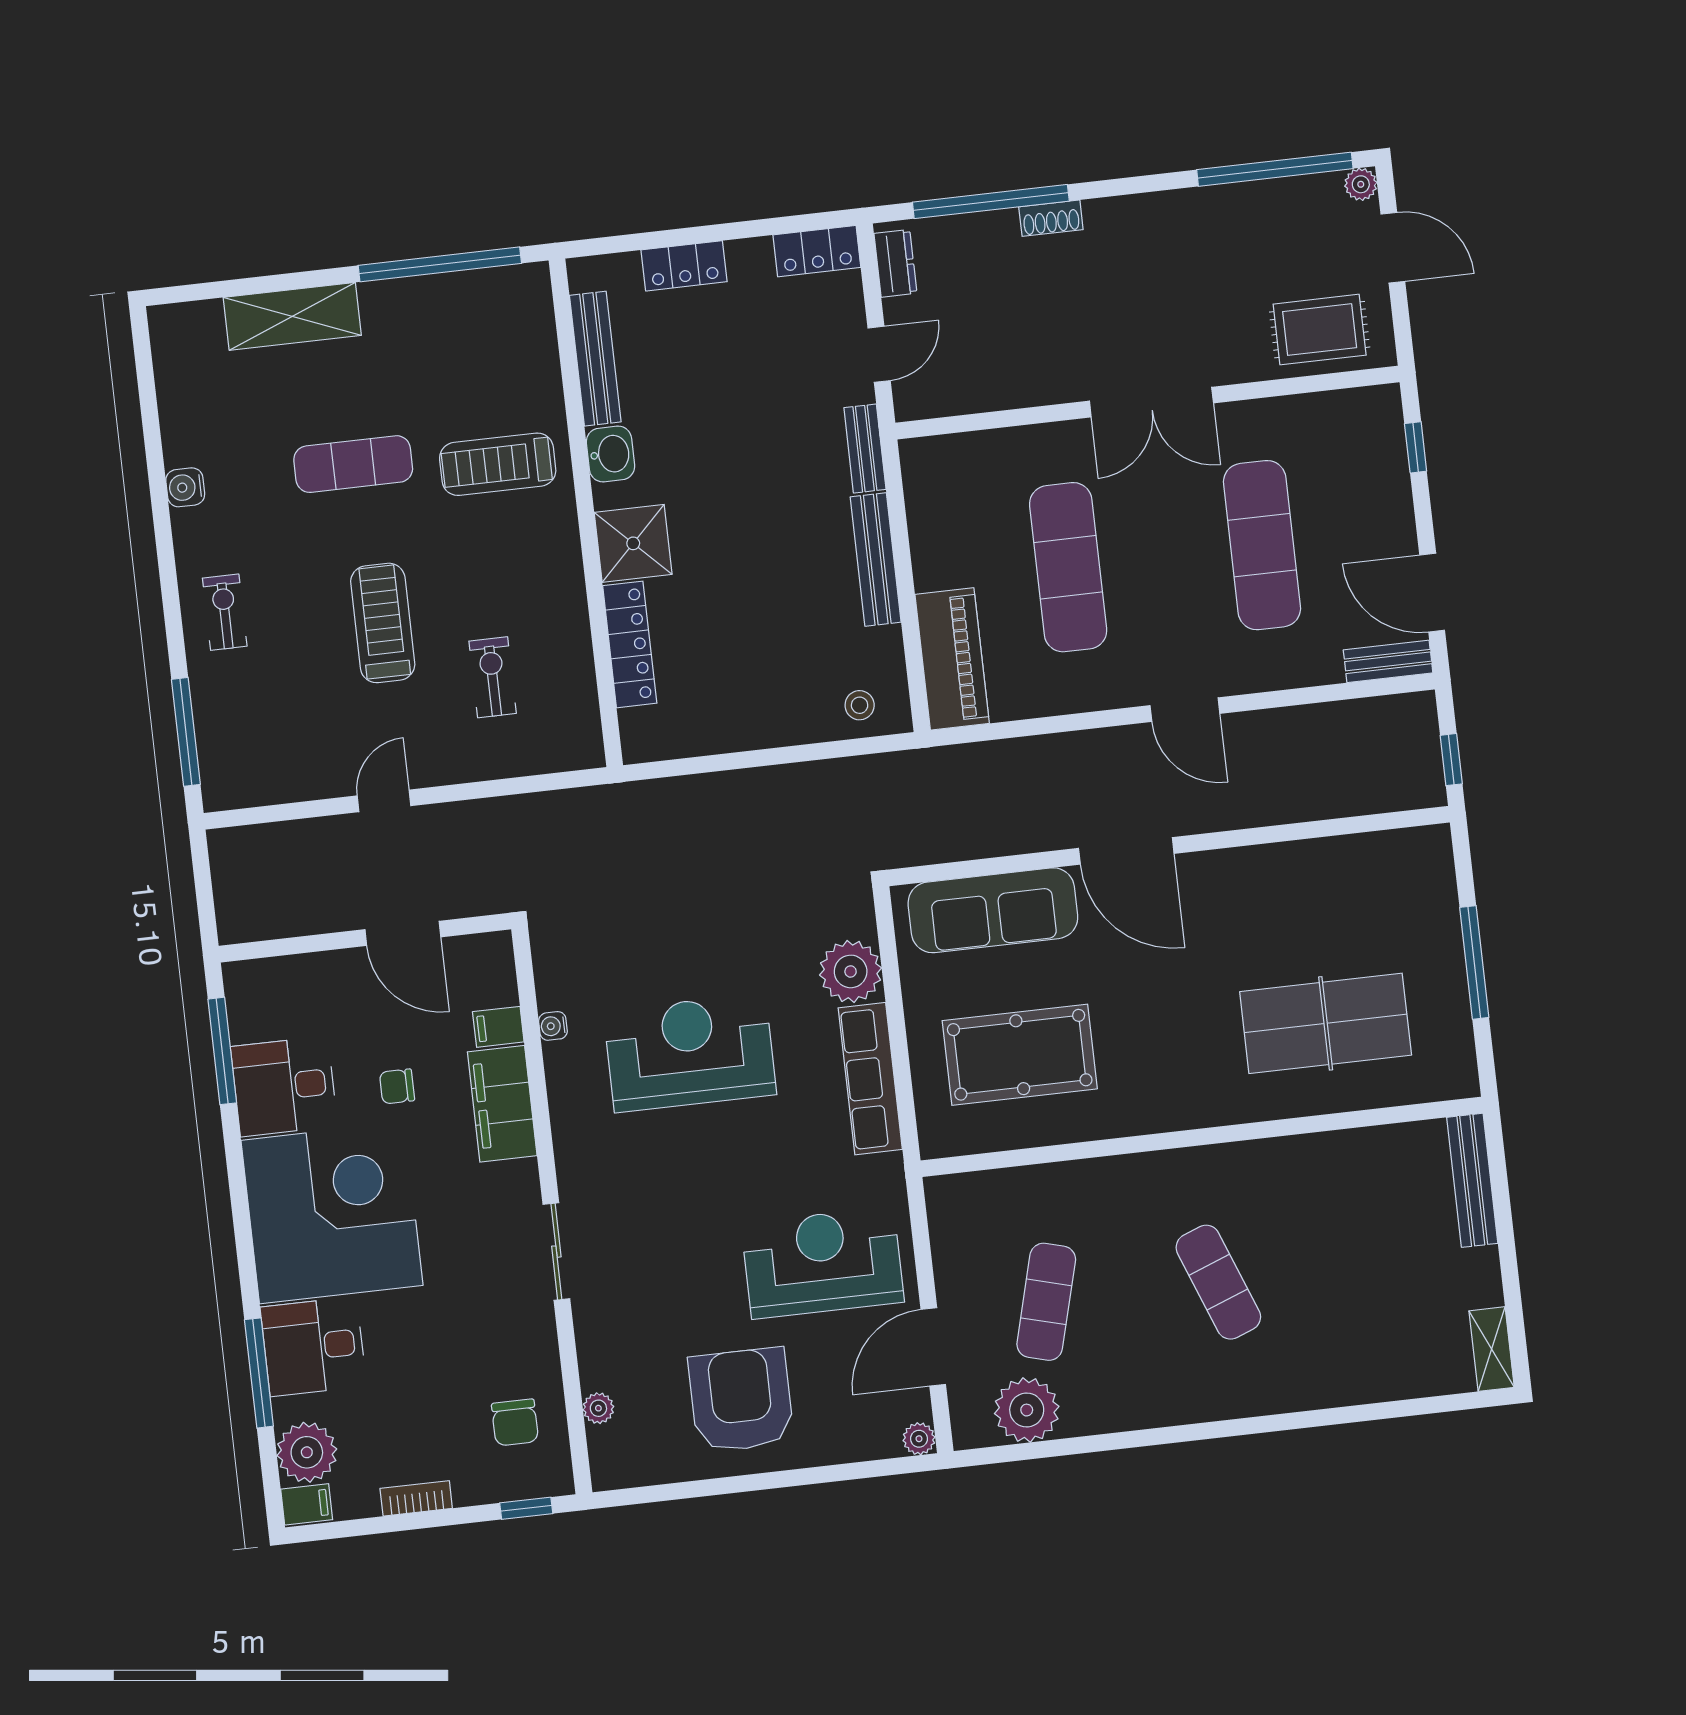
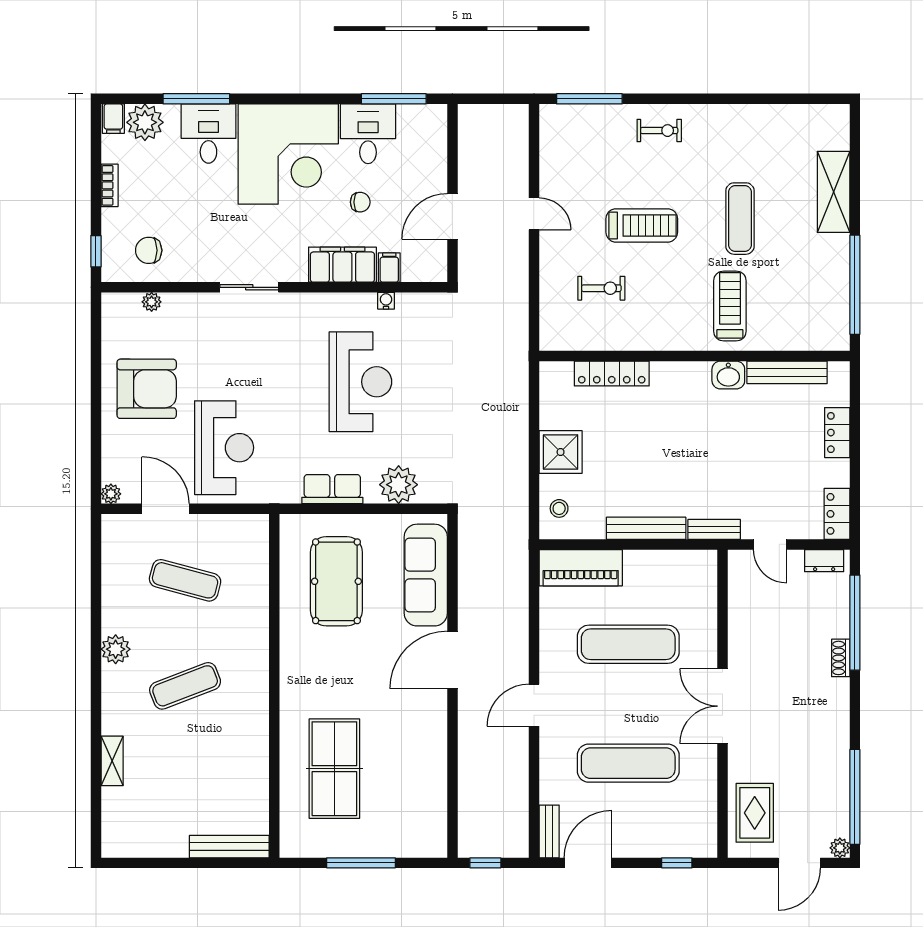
water cooler: (185, 487) -> (738, 115), removed
shower: (633, 543) -> (561, 452), moved
row of seats: (870, 1079) -> (332, 489), width x0.68
chair: (397, 1086) -> (360, 202), turned 90
shelving: (1492, 1349) -> (112, 761), moved, turned 90
plant: (1027, 1410) -> (116, 649), moved, width x0.73, depth x0.73

